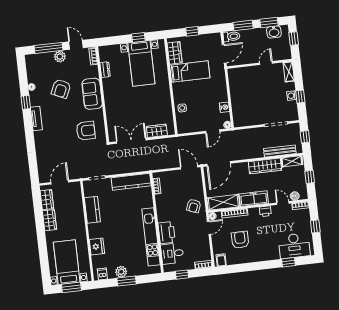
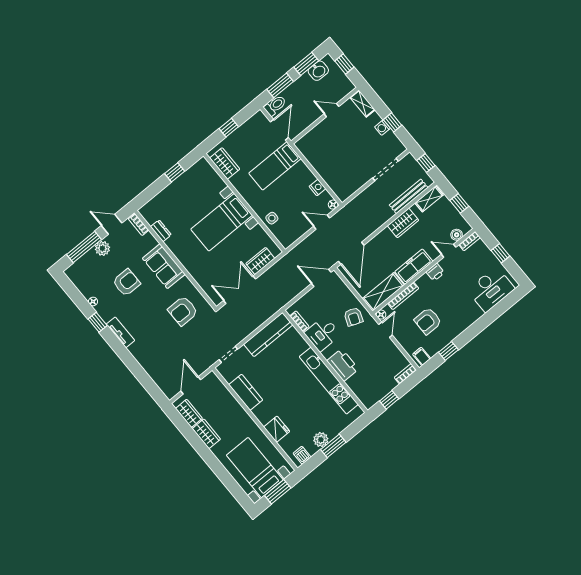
bed with nightstands: (141, 63) -> (222, 222), moved, turned 90
door: (266, 63) -> (331, 110), hinge flipped
bed: (190, 71) -> (275, 166), moved, turned 180
armchair: (61, 89) -> (126, 283), turned -115
armchair: (86, 131) -> (183, 311), turned 180
door: (213, 131) -> (322, 222), swing flipped
wardrobe: (265, 166) -> (403, 223), width x0.67
armchair: (240, 240) -> (428, 321), turned -90
desk: (172, 253) -> (322, 334), moved
window: (289, 262) -> (448, 351), moved

